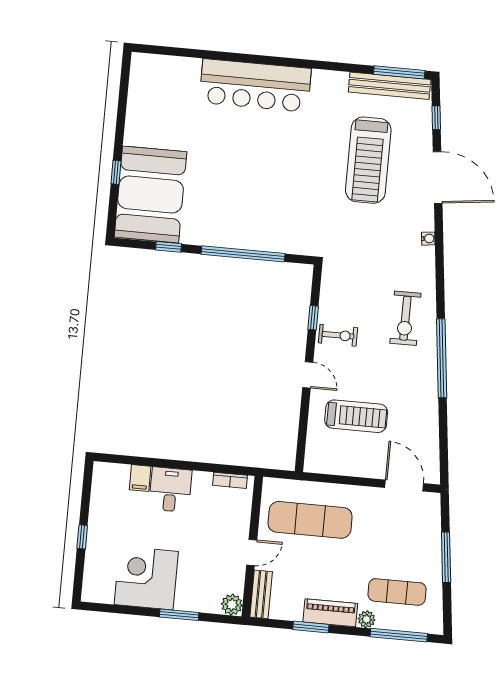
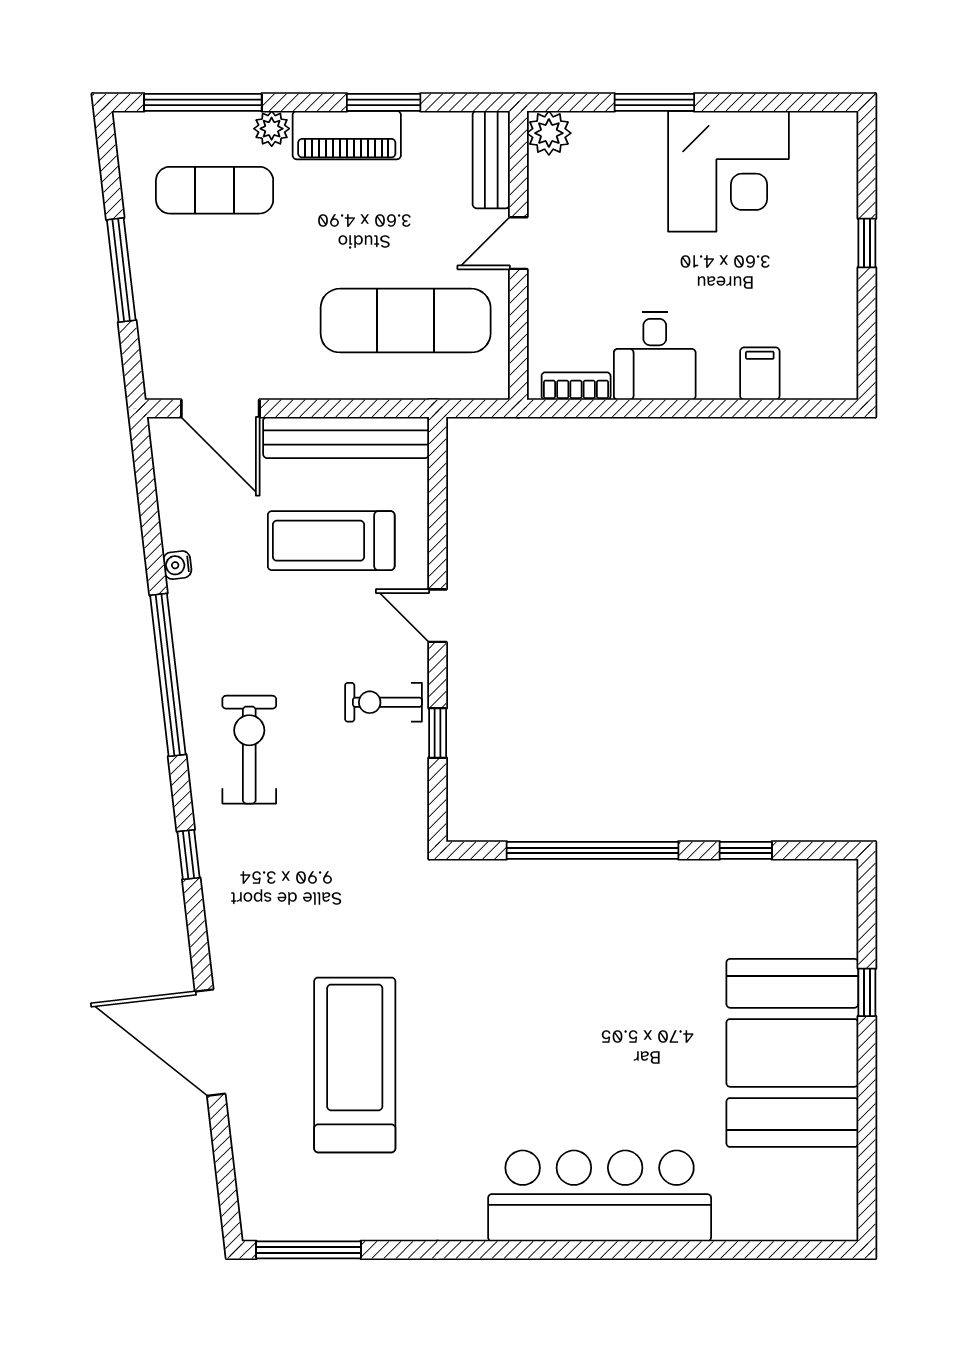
bench: (390, 86) -> (346, 438), moved
window: (436, 118) -> (189, 855), moved
booth: (151, 194) -> (792, 1053), moved
water cooler: (428, 239) -> (177, 565), moved
desk: (170, 490) -> (655, 356), moved

